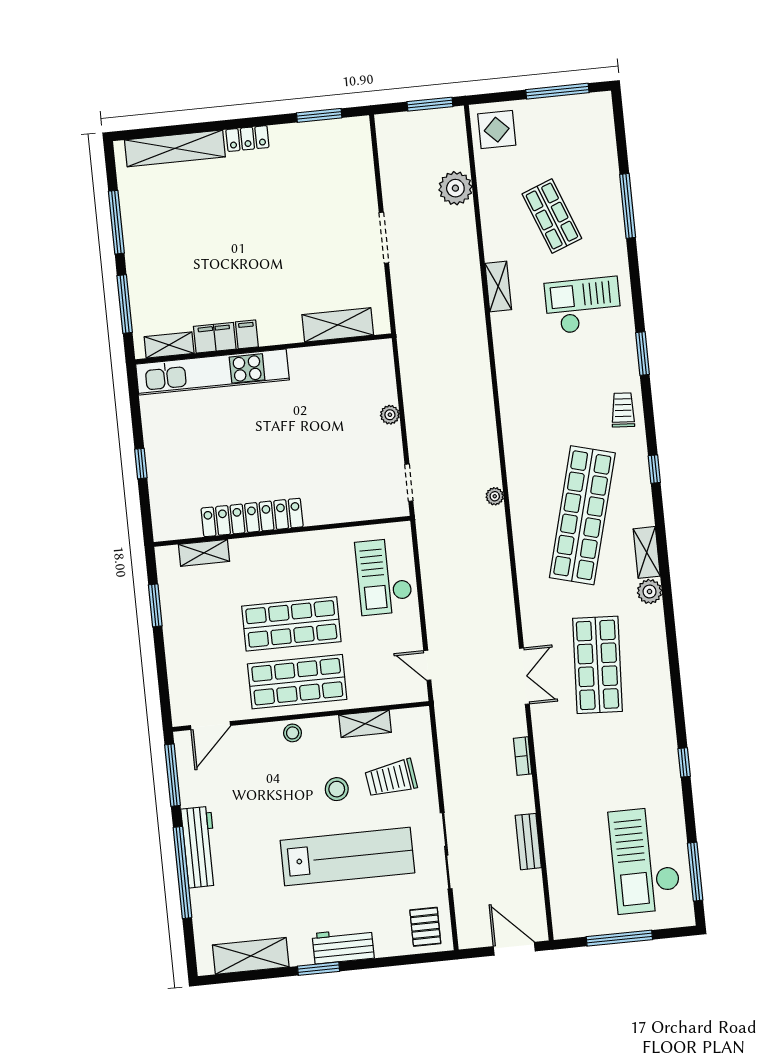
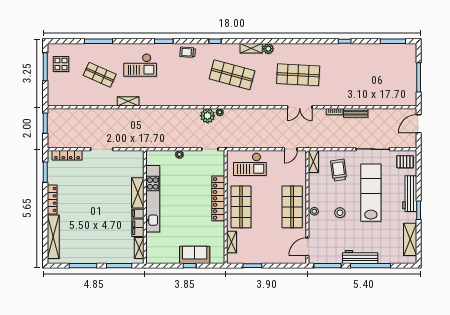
display table: (497, 130) -> (61, 64), moved
locker: (247, 139) -> (52, 199), width x1.53
locker: (363, 161) -> (67, 155), added
plant: (455, 188) -> (208, 116), moved
shop shelf: (552, 216) -> (100, 75), turned 45
checkout: (583, 305) -> (140, 65), turned -90
shelving: (338, 325) -> (138, 193), moved
kitchen unit: (212, 372) -> (153, 199), moved
sofa: (166, 472) -> (195, 255), added
shop shelf: (582, 515) -> (232, 75), width x0.71
locker: (252, 517) -> (218, 198), moved
shop shelf: (291, 624) -> (241, 207), moved
double door: (524, 676) -> (300, 107), swing flipped
shelving: (365, 724) -> (313, 161), moved
door: (211, 726) -> (307, 247), swing flipped
trolley: (391, 778) -> (339, 170), turned 180
stool: (337, 789) -> (340, 213), moved
bench: (528, 842) -> (356, 113), moved
checkout: (645, 860) -> (386, 63), removed
workbench: (343, 946) -> (410, 194), width x1.38

